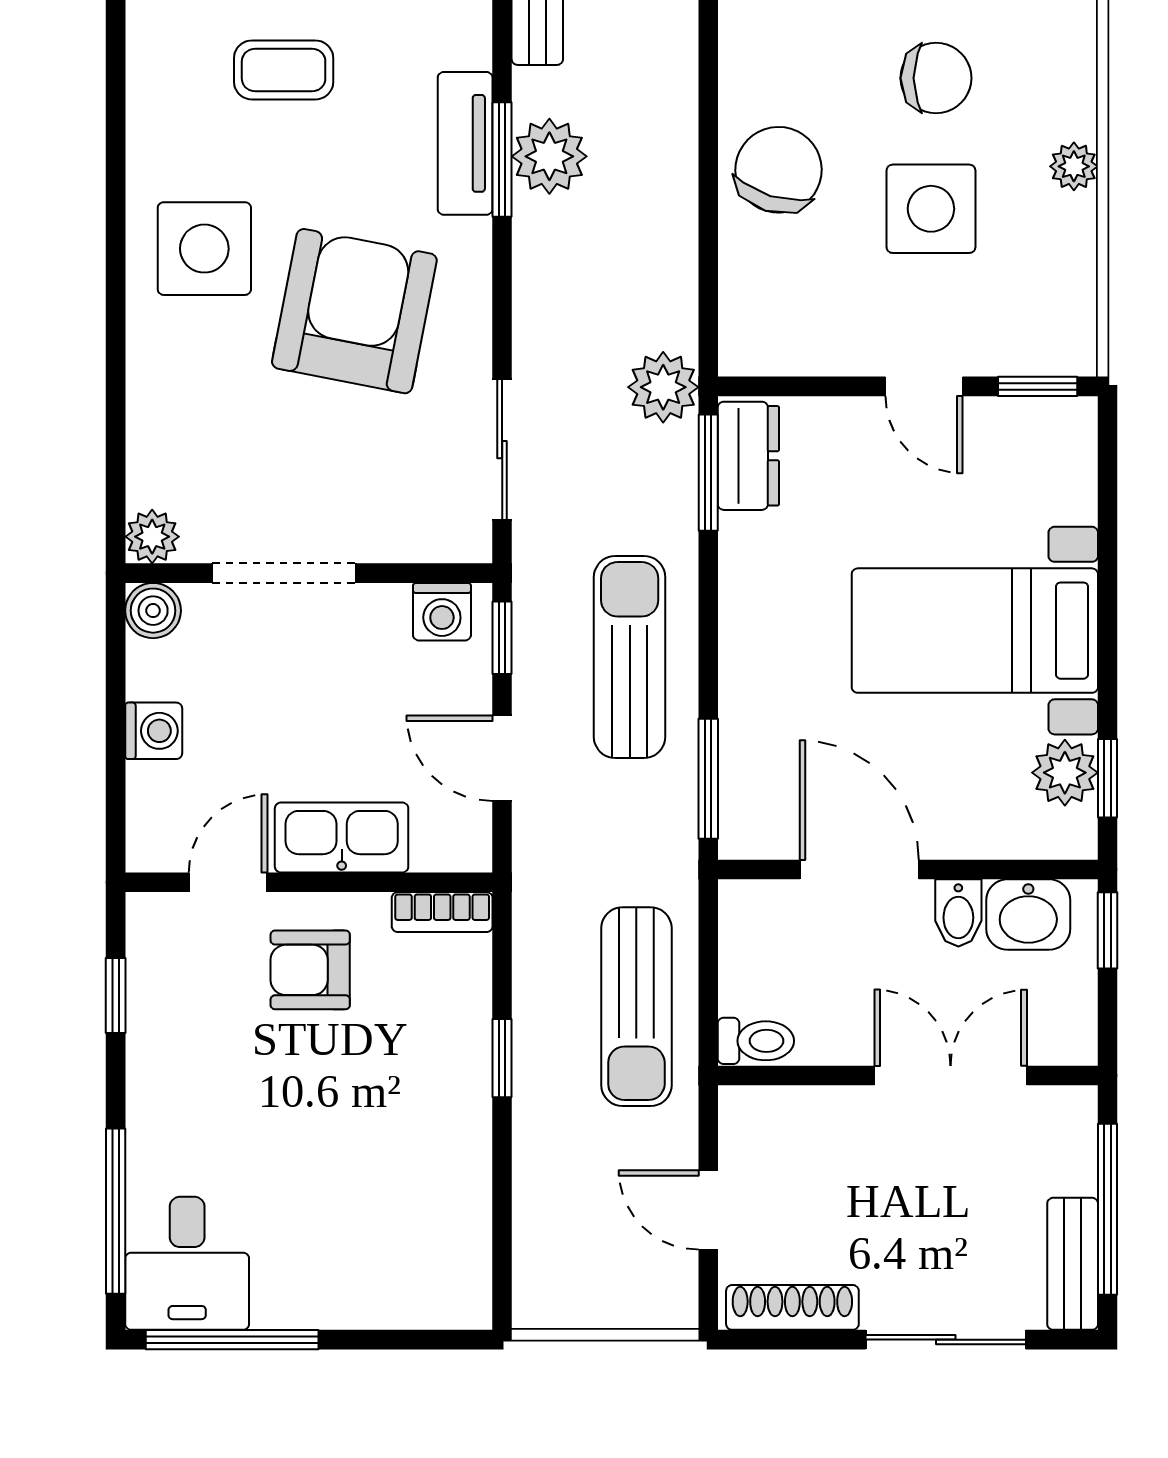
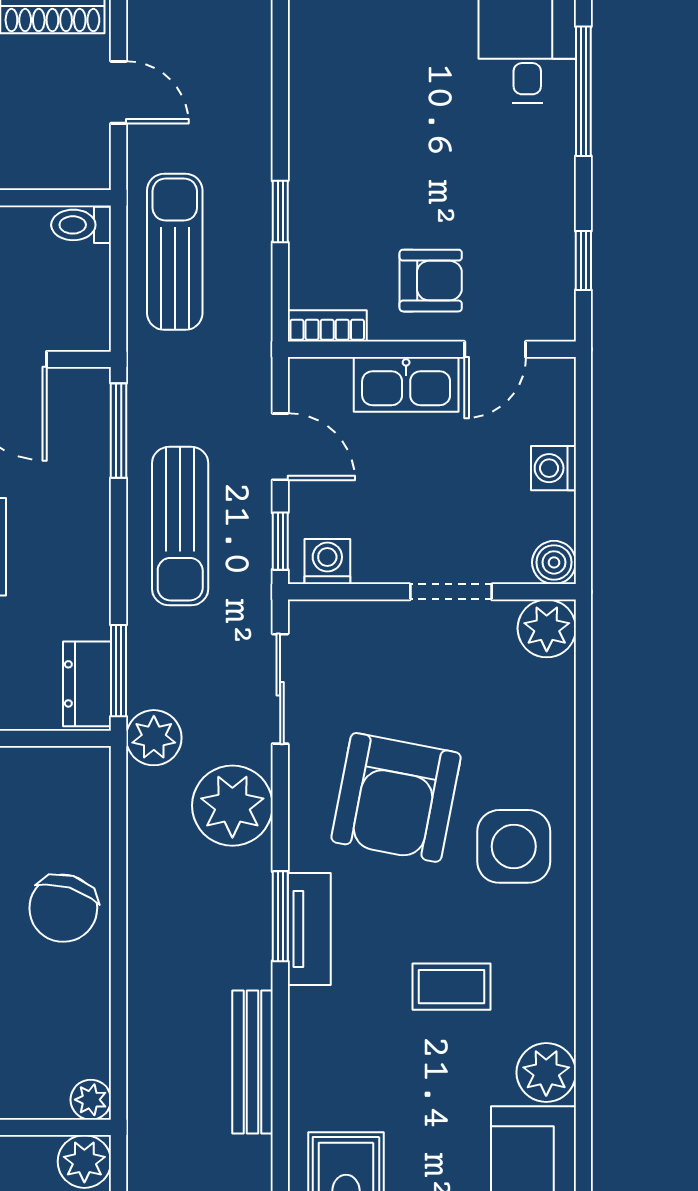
plant: (549, 156) -> (232, 806), moved, width x1.36, depth x1.36
plant: (152, 537) -> (547, 628), width x1.38, depth x1.38
doorway: (284, 573) -> (451, 592), width x0.73

